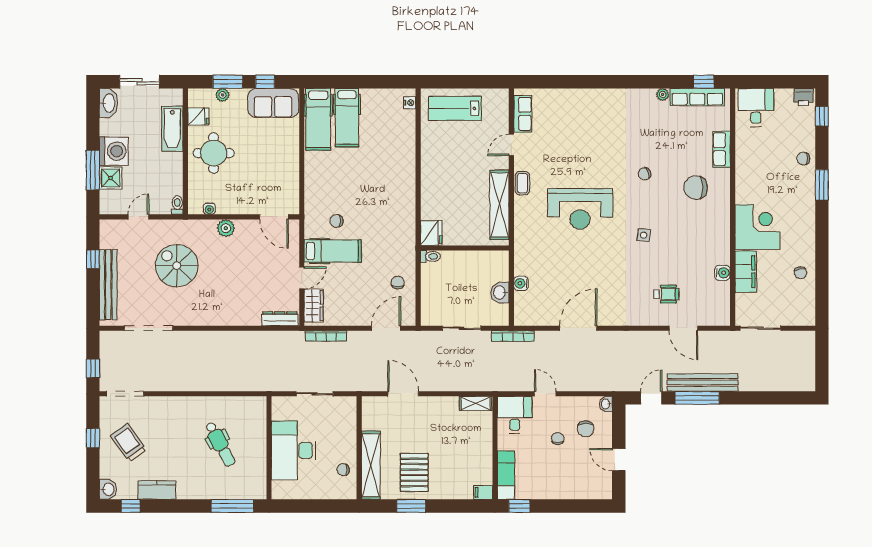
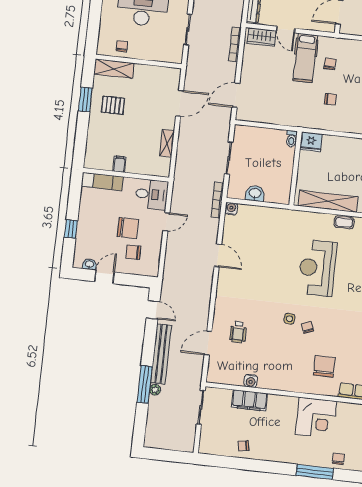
chair: (645, 174) -> (308, 327), moved
window: (822, 185) -> (315, 472), width x1.44
corner desk: (757, 227) -> (316, 418), moved
chair: (398, 283) -> (330, 99), moved
water cooler: (521, 283) -> (231, 209), moved
door: (386, 328) -> (236, 95), swing flipped
door: (578, 328) -> (218, 255), width x0.73
plant: (746, 385) -> (155, 390), added
window: (697, 398) -> (145, 384), moved
shelving: (476, 403) -> (167, 143), moved
washbasin: (606, 404) -> (90, 264), moved
chair: (558, 438) -> (128, 228), width x1.87, depth x1.87
shelving: (371, 465) -> (114, 69), width x0.68
pallet: (414, 472) -> (113, 105), width x0.67, depth x0.71
filing cabinet: (483, 492) -> (119, 164), moved
window: (519, 506) -> (71, 229), moved

